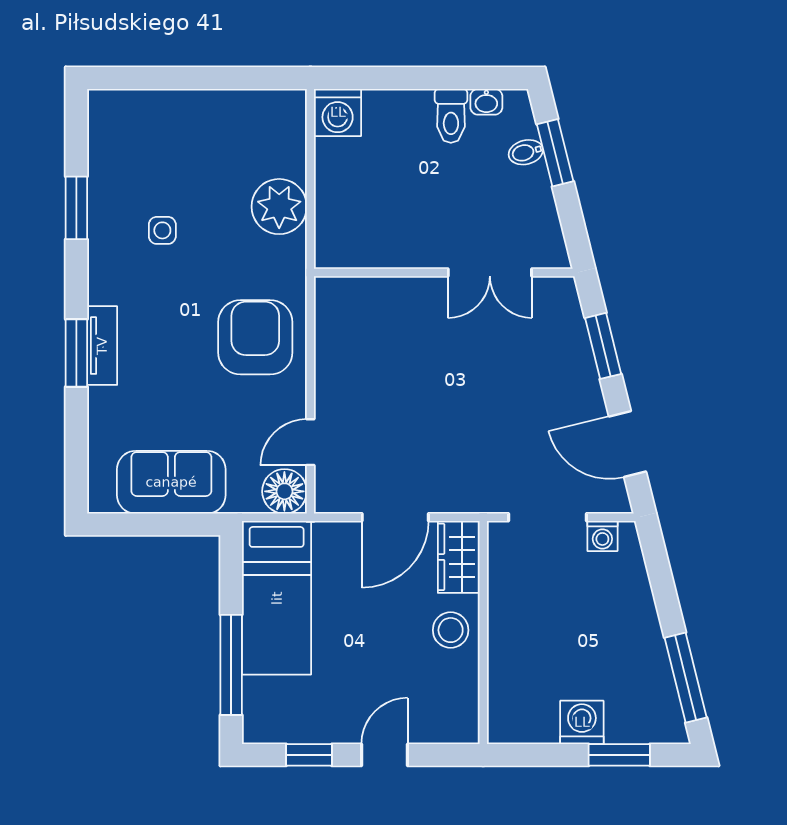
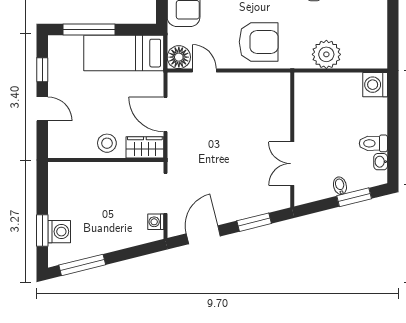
bidet: (526, 152) -> (340, 186), moved
washing machine: (582, 722) -> (59, 232), moved

